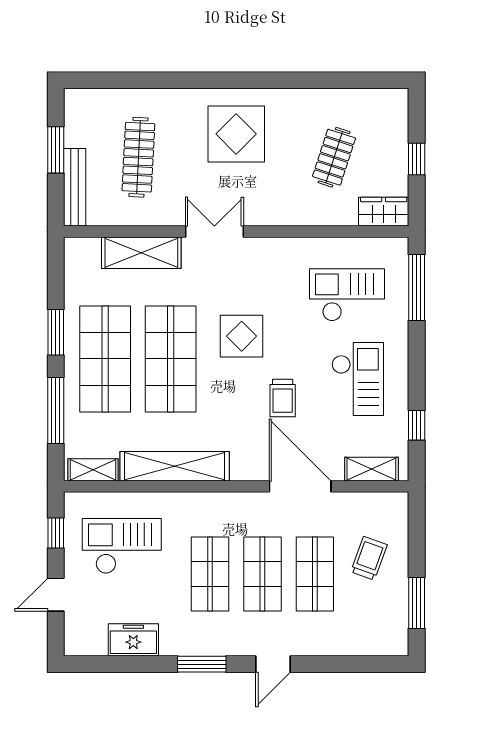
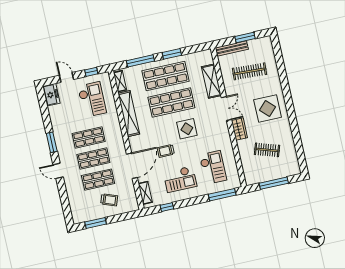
window: (417, 159) -> (274, 183), width x2.17
wardrobe: (384, 212) -> (239, 129), moved
freezer: (133, 640) -> (51, 95), moved

